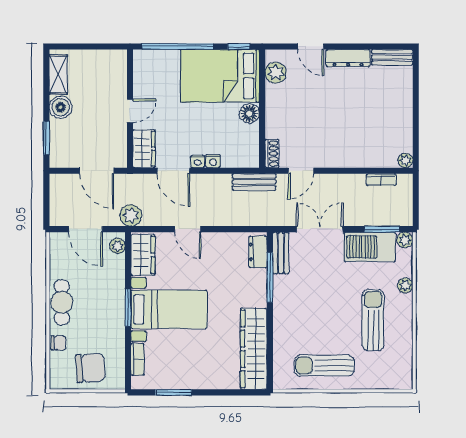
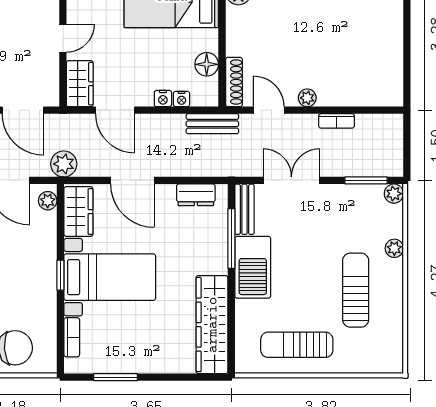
floor lamp: (249, 113) -> (207, 64), moved
shoe rack: (272, 154) -> (234, 82), width x1.43
plant: (405, 161) -> (307, 98), moved
nightstand: (198, 162) -> (182, 99), moved
door: (301, 171) -> (269, 110), swing flipped
bookcase: (381, 180) -> (337, 121), moved
door: (188, 229) -> (132, 180), width x1.38
barbecue: (370, 247) -> (253, 267), moved, turned -90
dresser: (258, 252) -> (196, 195), moved, turned -90
window: (128, 308) -> (60, 275), width x0.67

